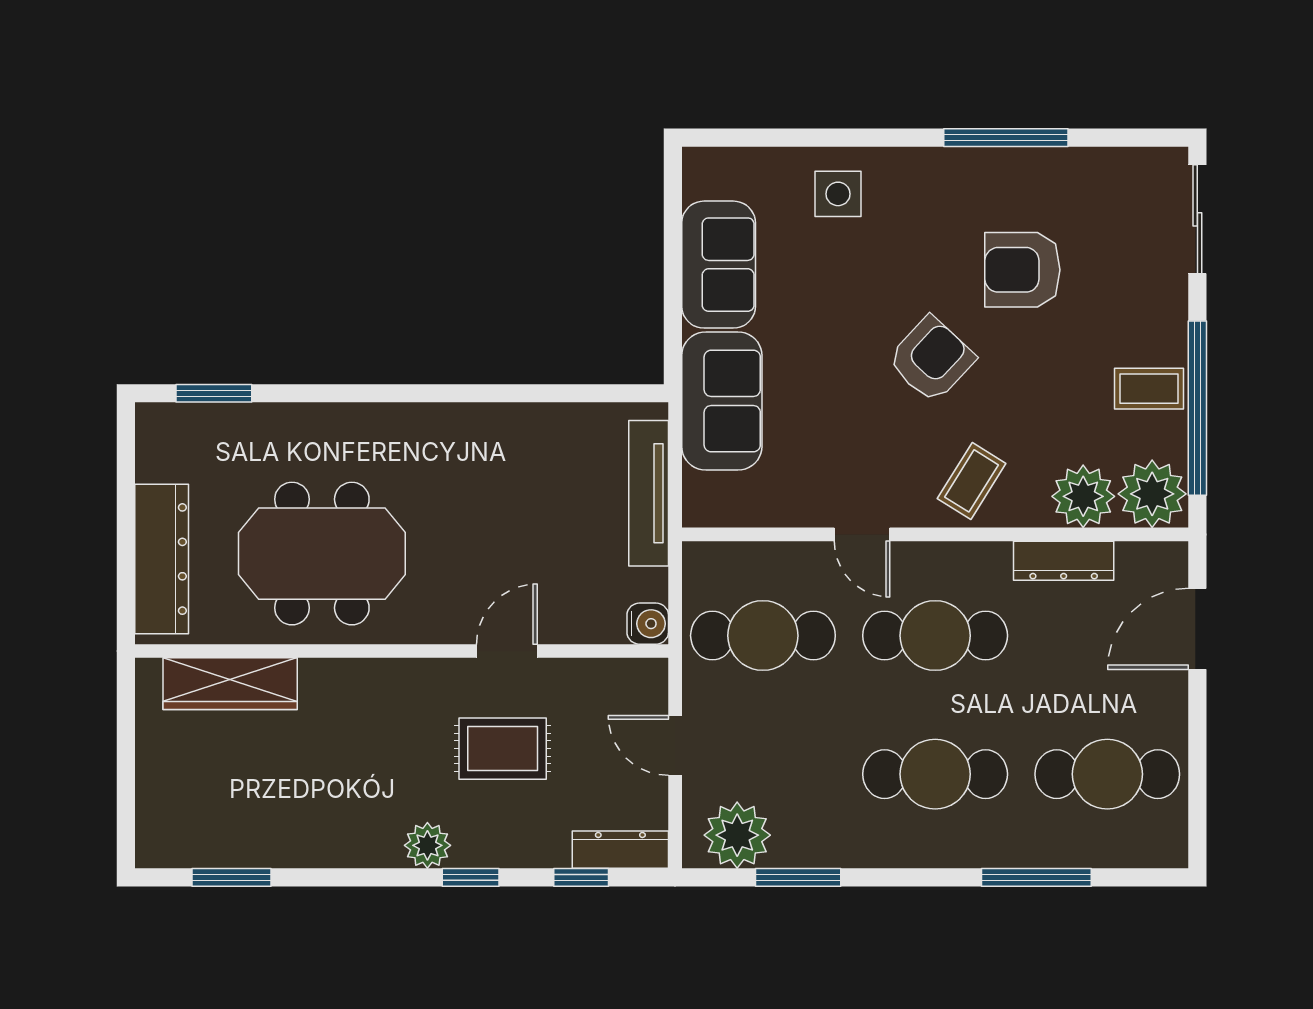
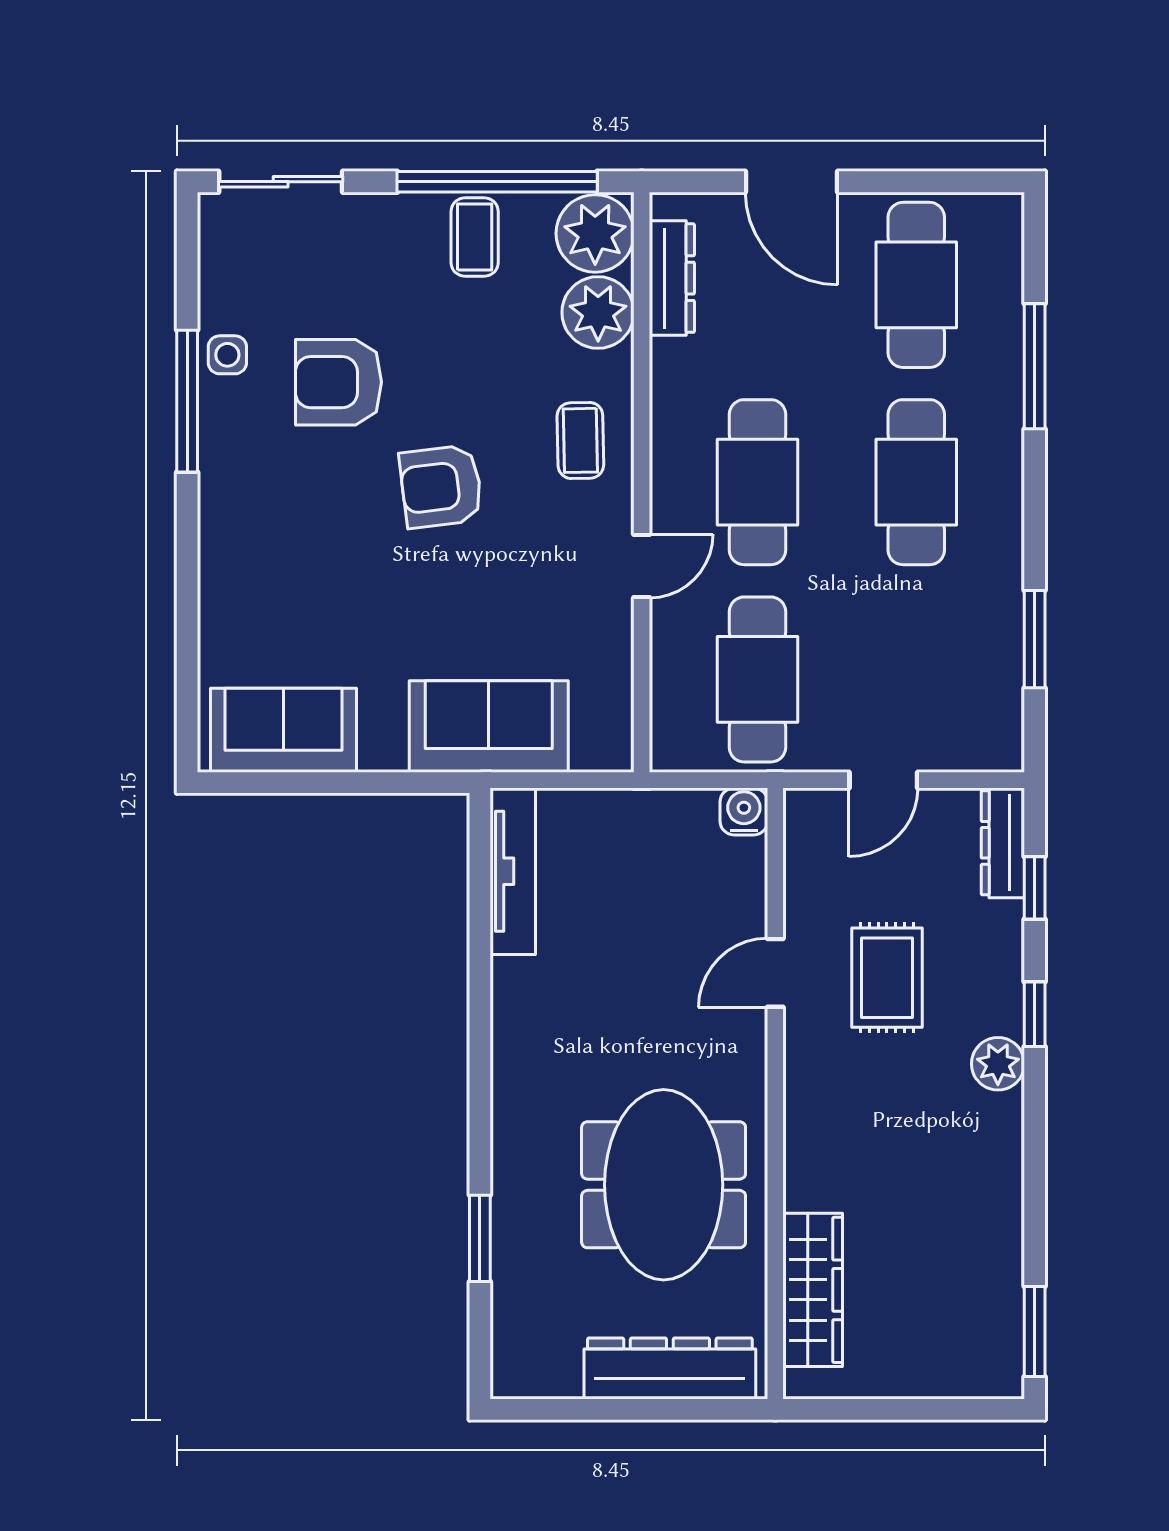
side table: (838, 194) -> (227, 355), moved, width x0.73, depth x0.73
sofa: (719, 265) -> (283, 730), moved
armchair: (1022, 270) -> (338, 382), turned 90
armchair: (931, 359) -> (441, 487), turned -50
window: (214, 393) -> (480, 1238), moved
coffee table: (972, 481) -> (580, 440), turned 57
tv unit: (649, 493) -> (513, 871), moved, turned -90
dresser: (1064, 561) -> (672, 278), moved
door: (1197, 629) -> (792, 182), moved
door: (507, 651) -> (775, 973), hinge flipped
plant: (737, 835) -> (986, 709), removed
window: (231, 877) -> (1035, 1332), moved

